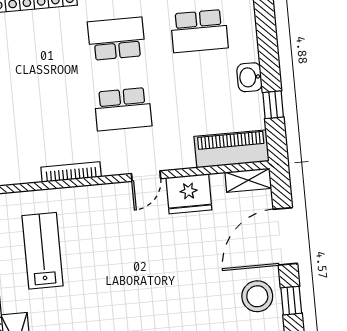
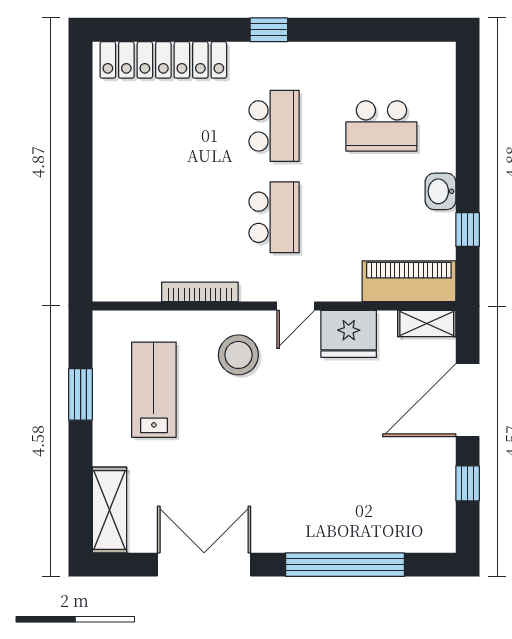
school desk: (116, 39) -> (274, 126), turned 90
school desk: (123, 109) -> (274, 217), turned -90
stool: (257, 296) -> (238, 355), moved

